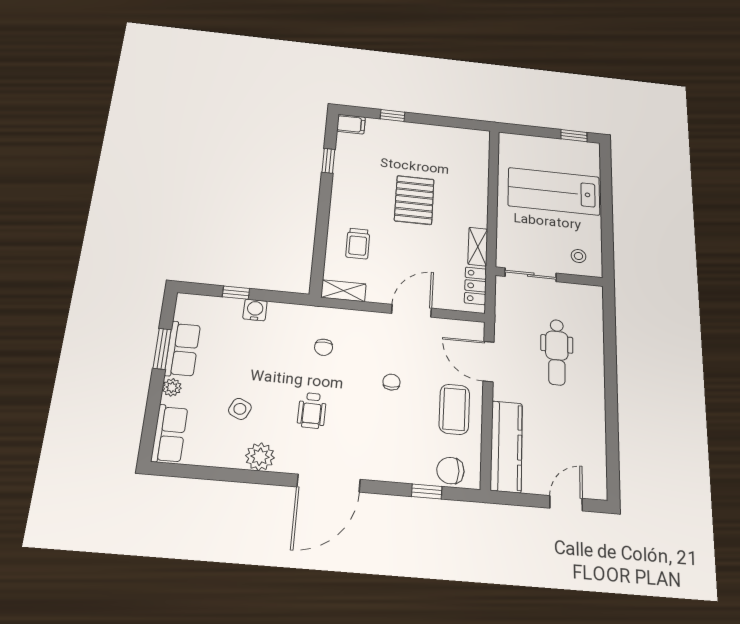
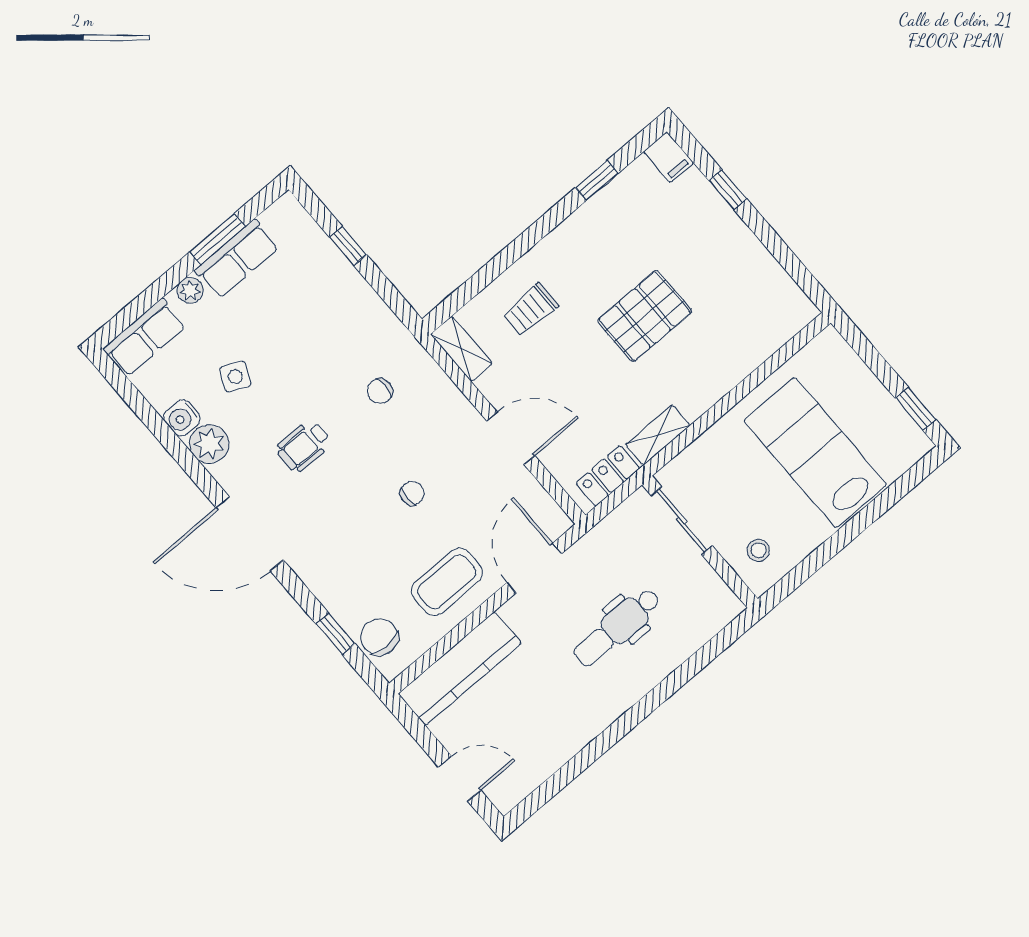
water cooler: (255, 310) -> (182, 418), moved, turned 180

